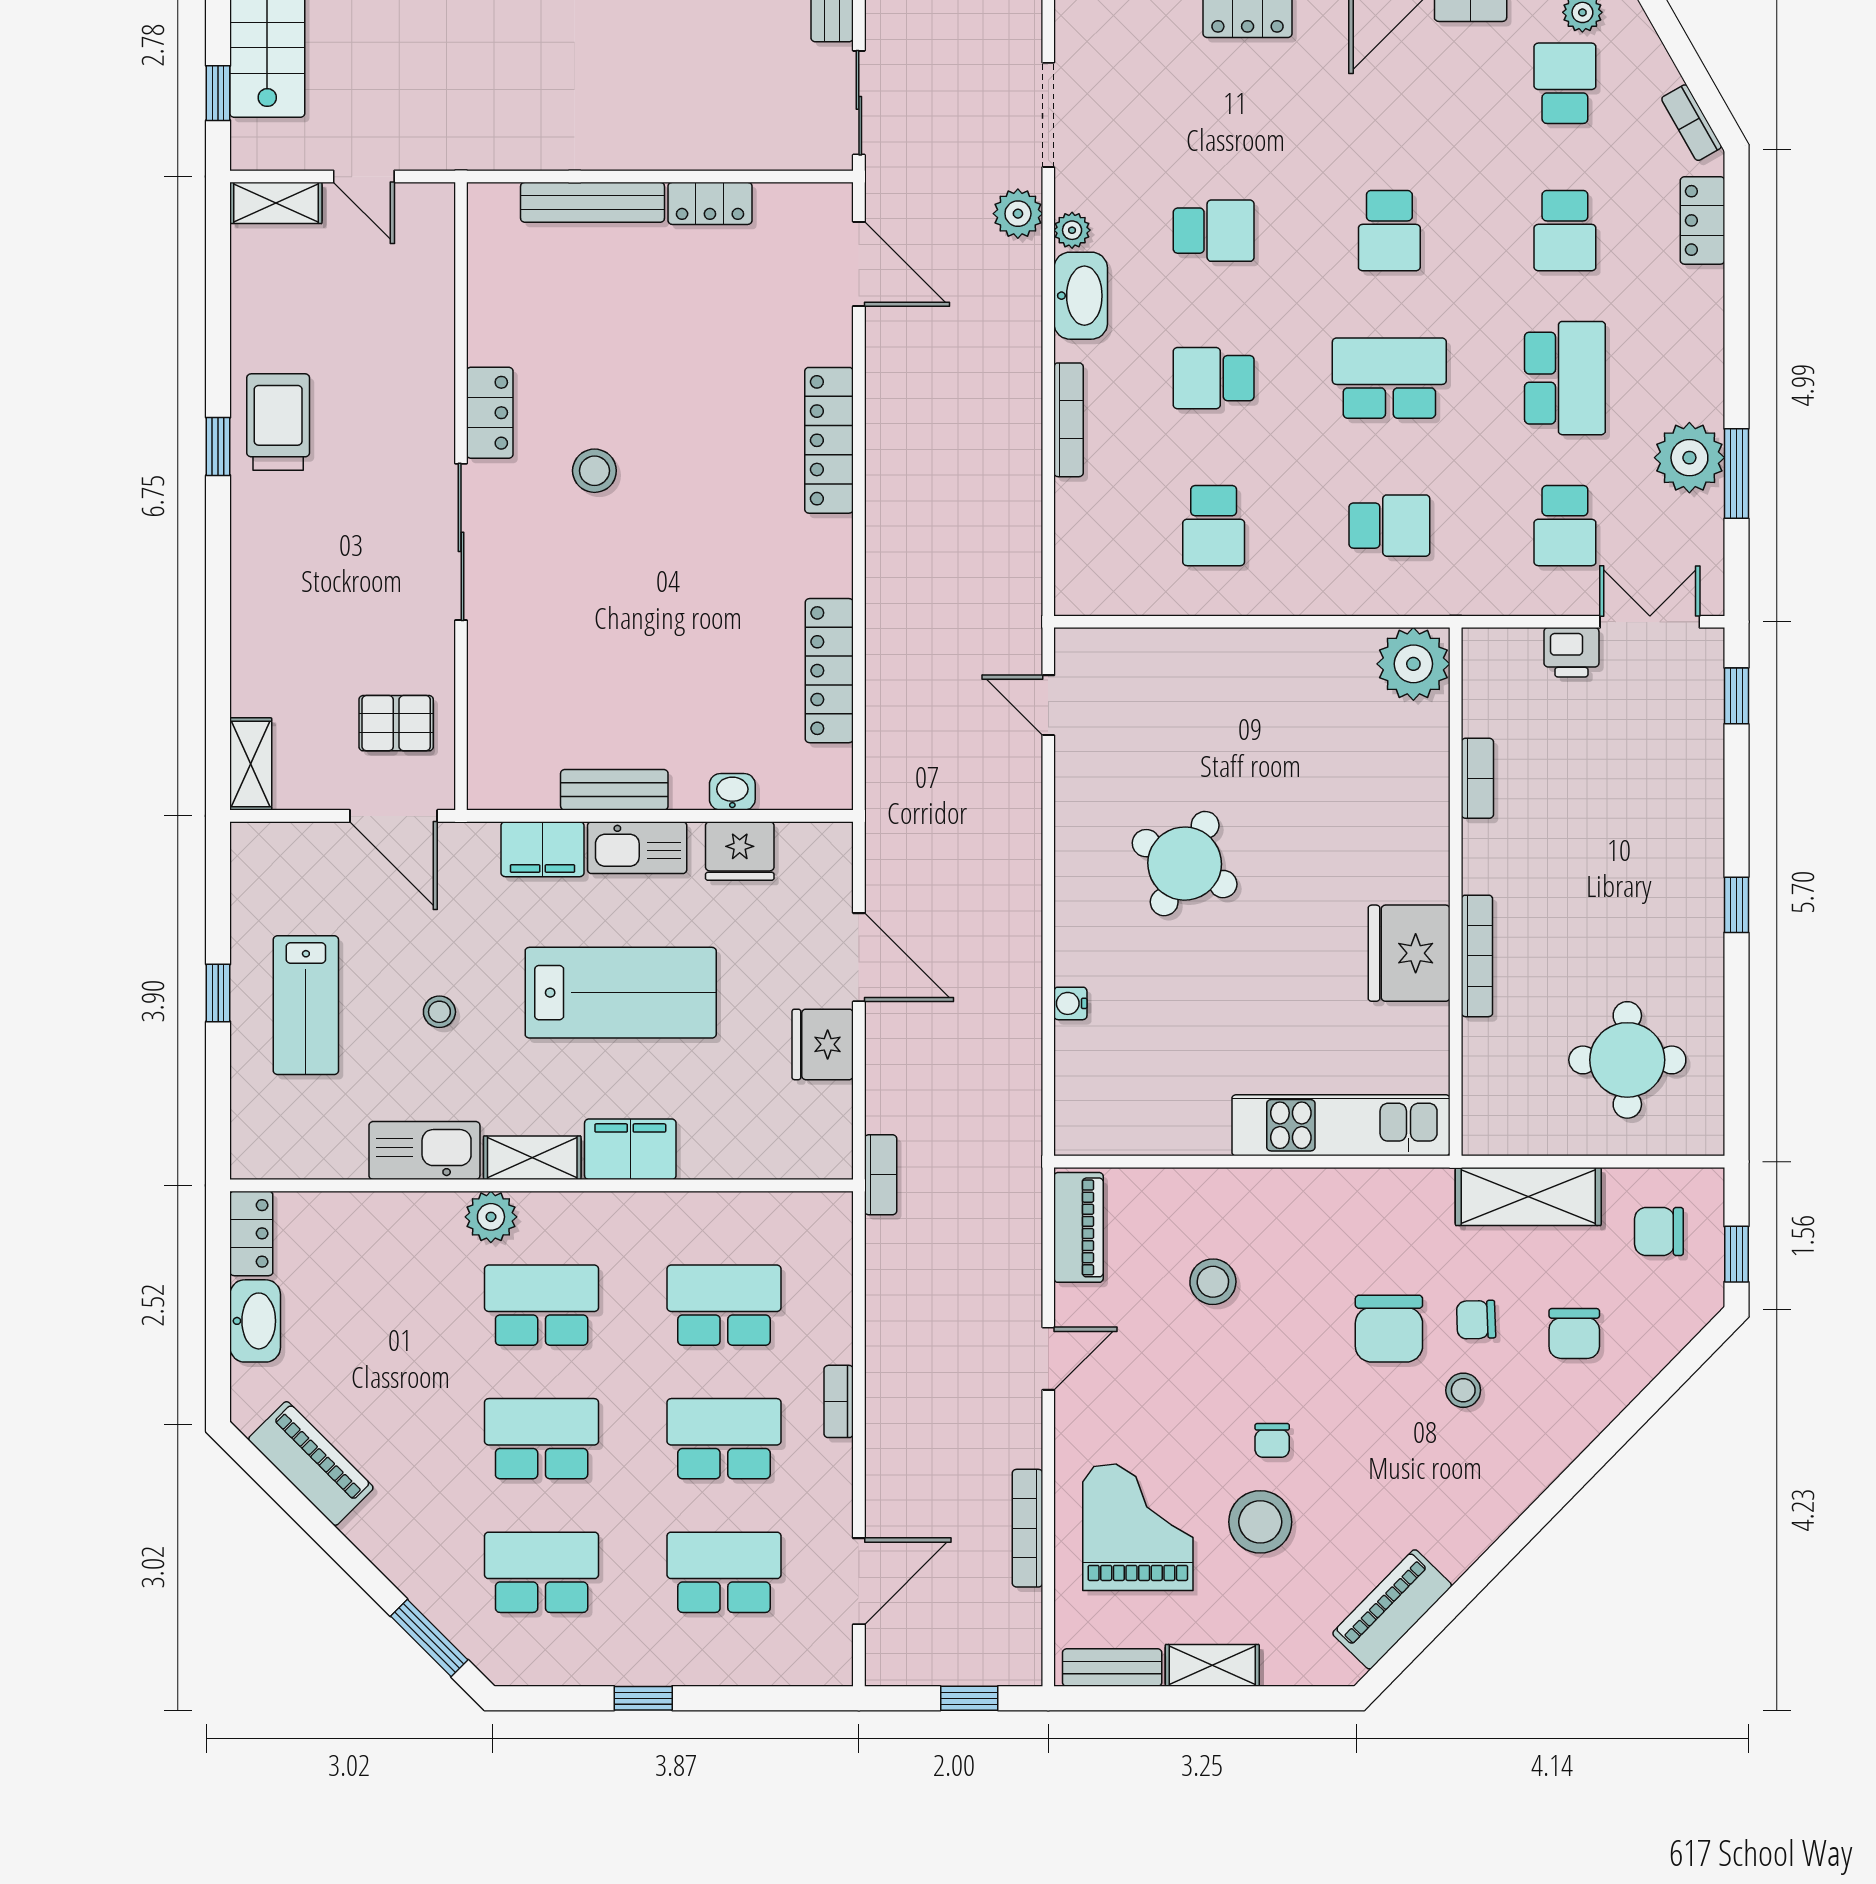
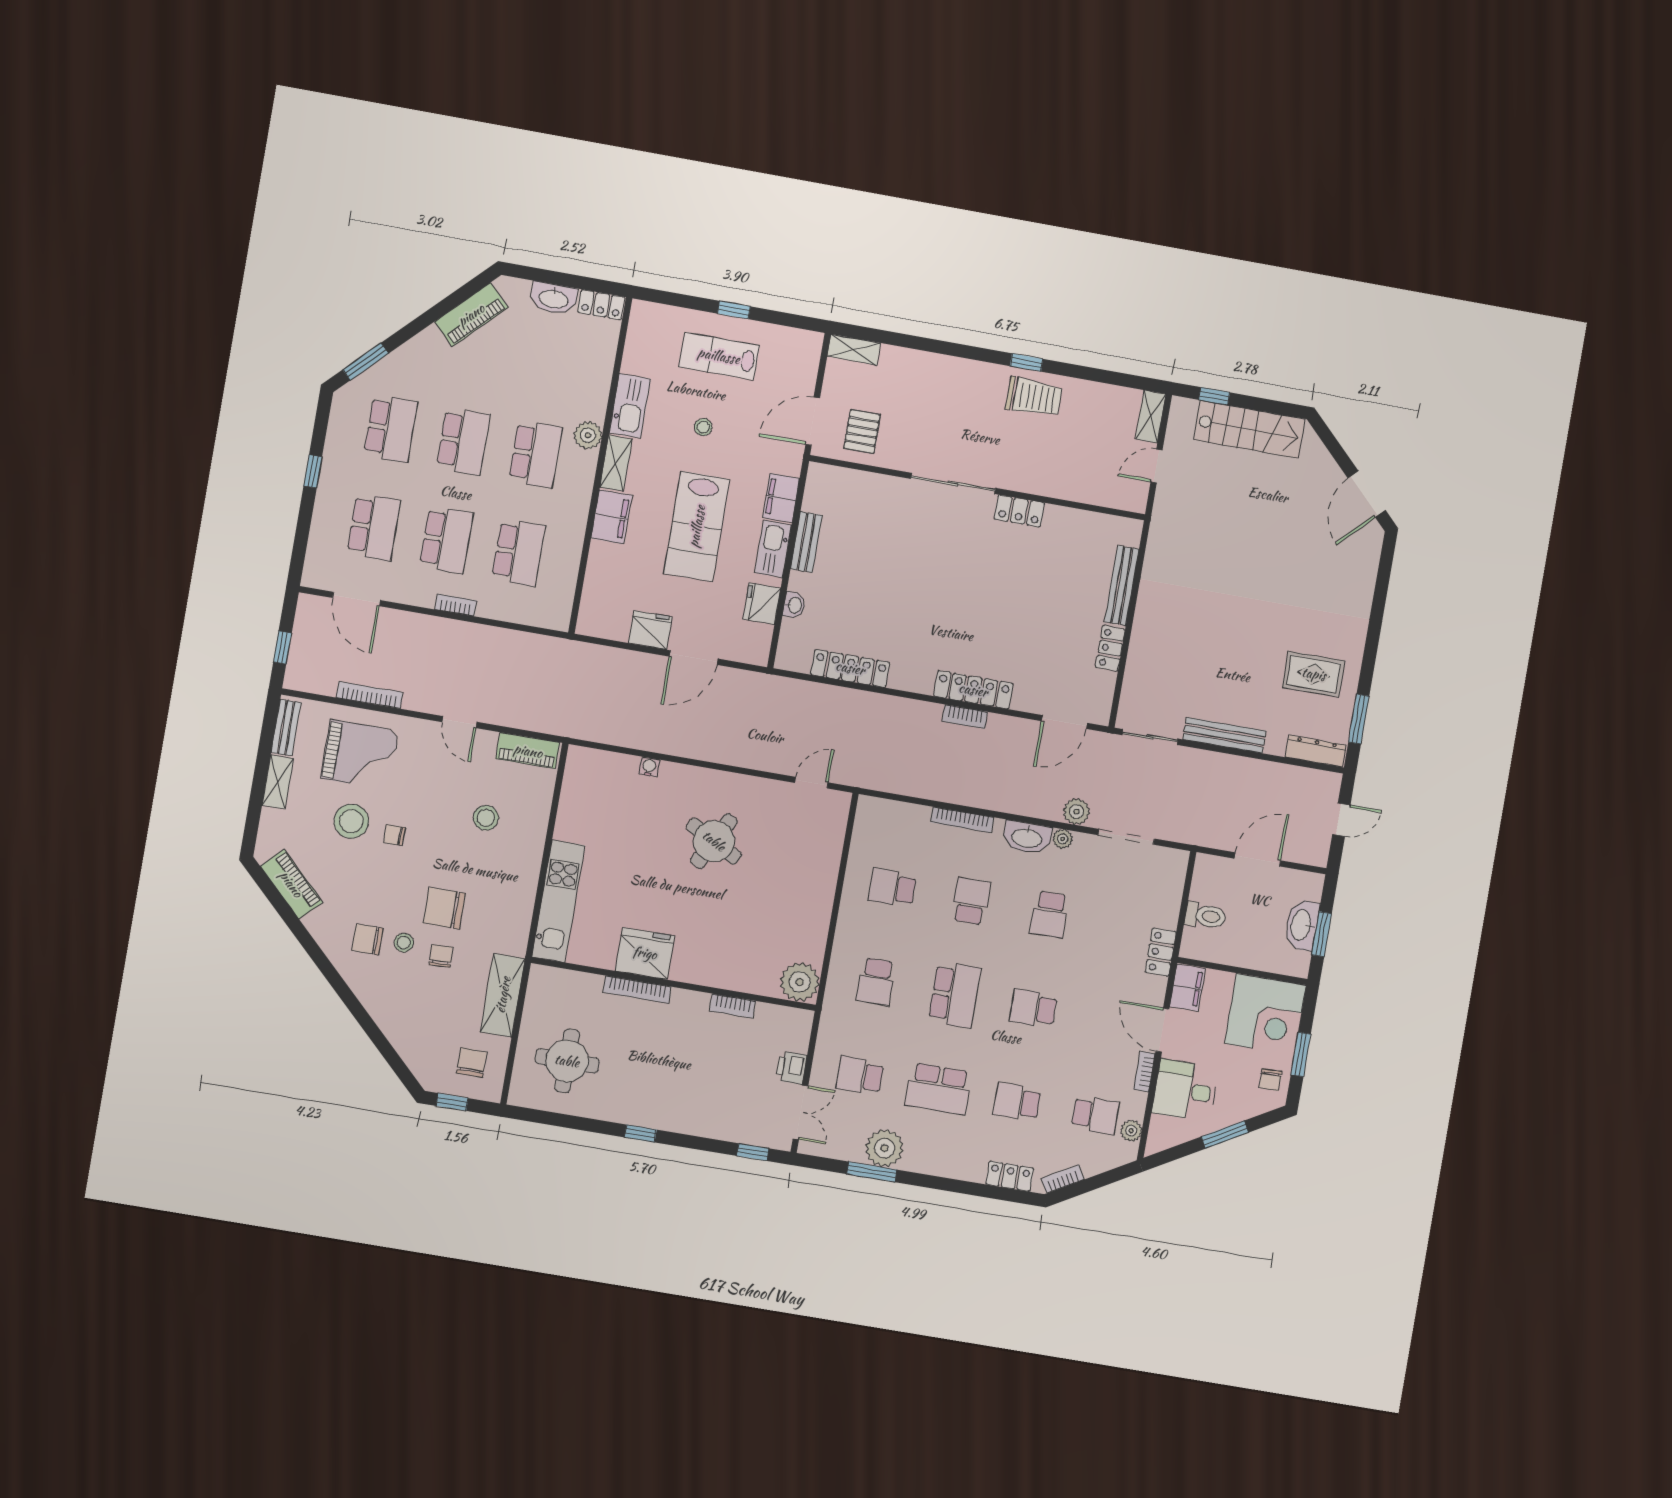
stool: (594, 471) -> (979, 561), removed
bookcase: (881, 1175) -> (965, 717), moved
chair: (1574, 1333) -> (367, 939), moved

